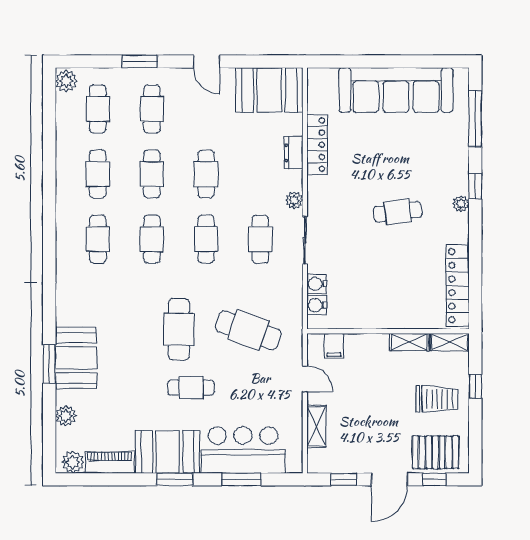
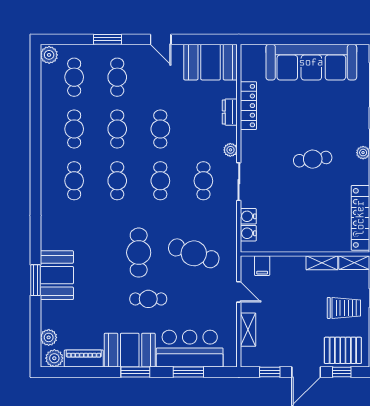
plant: (66, 416) -> (49, 337), moved

